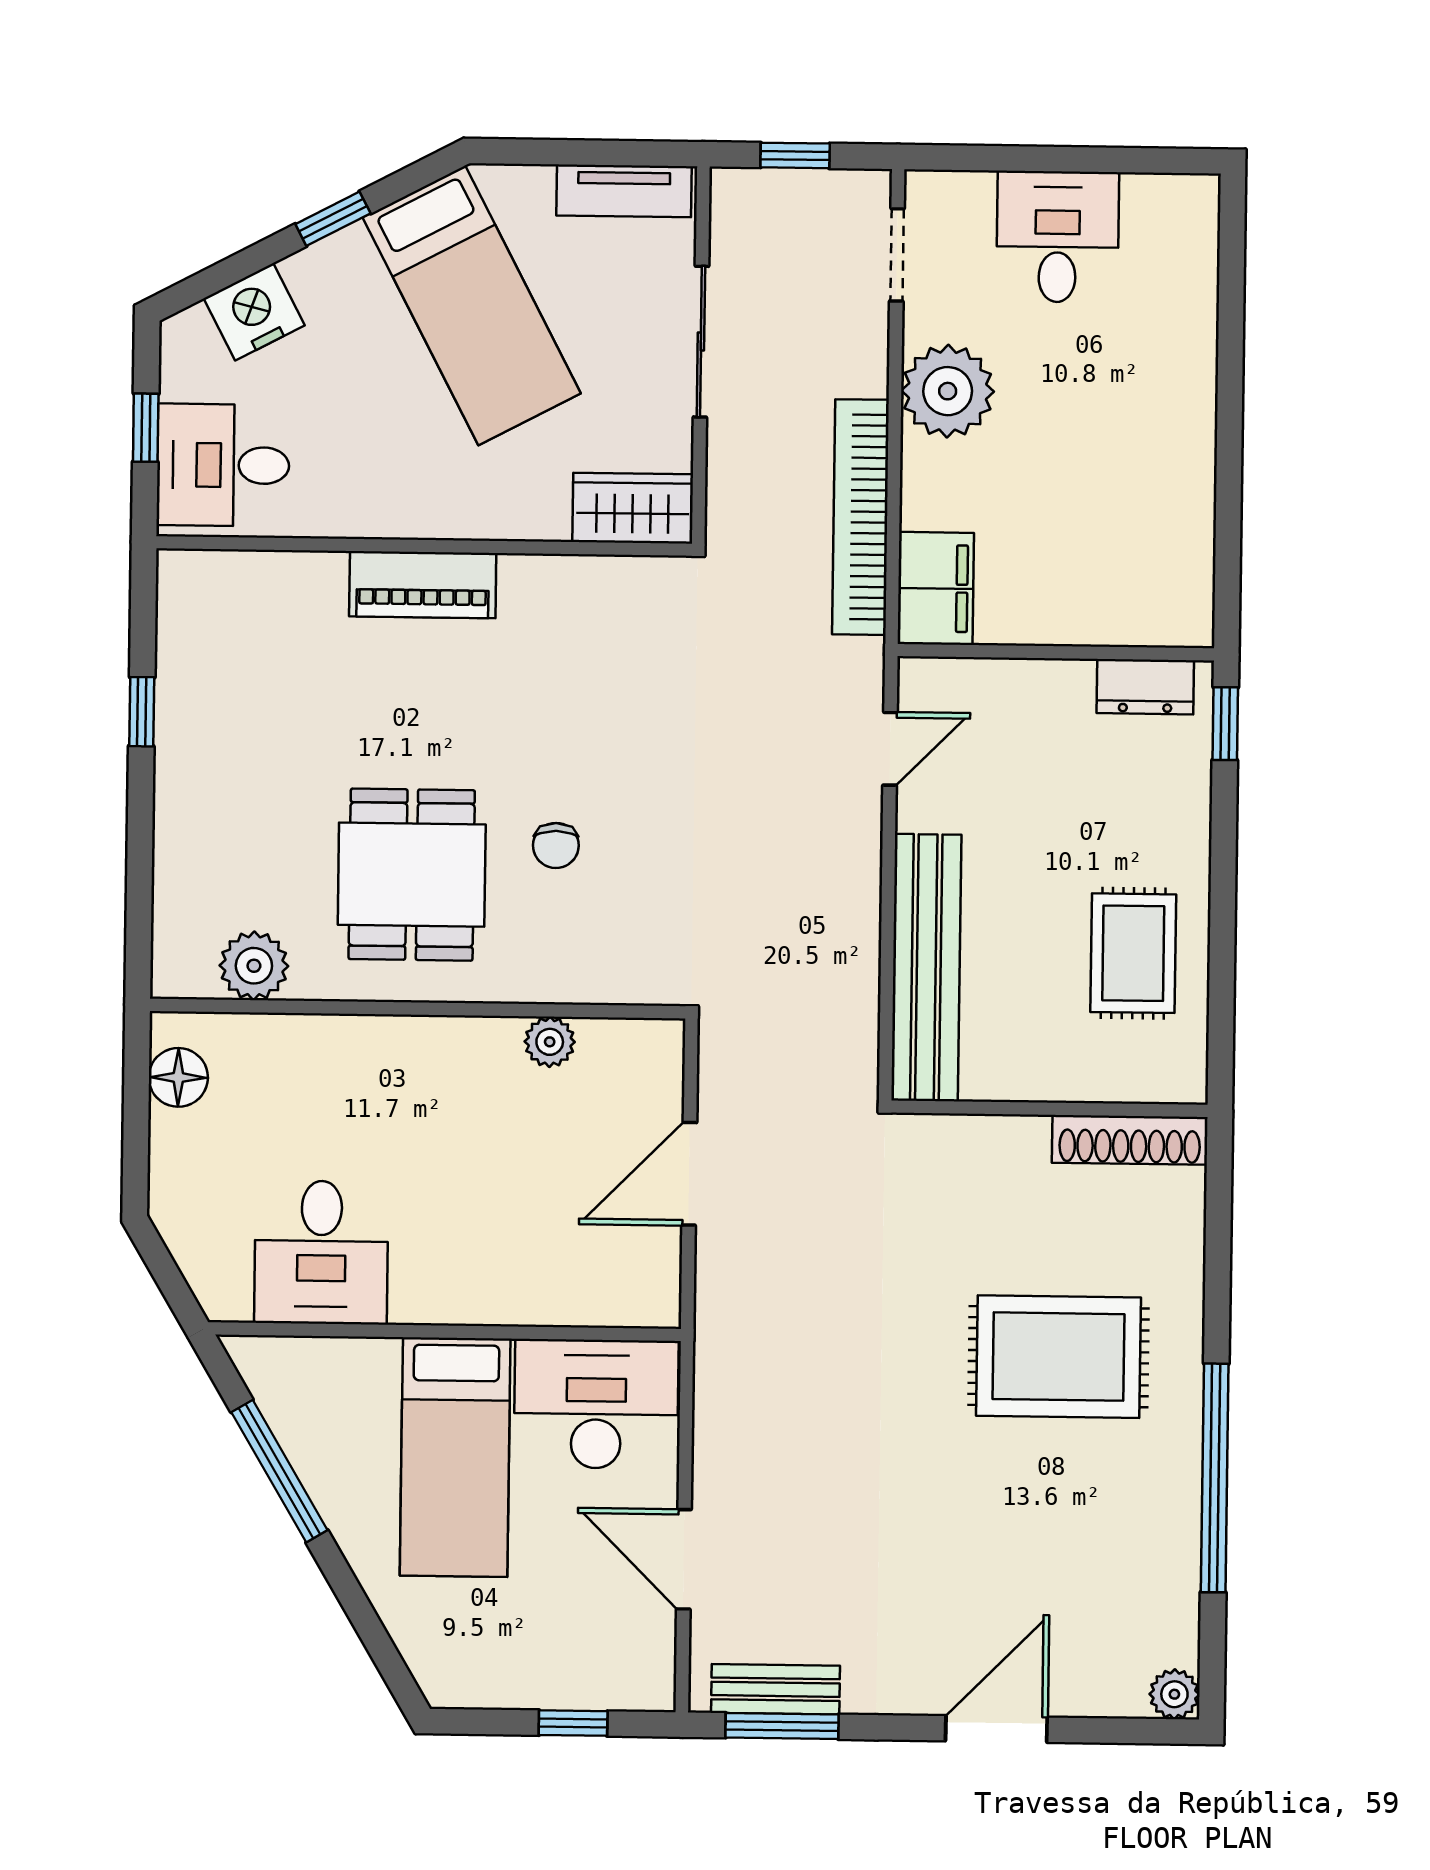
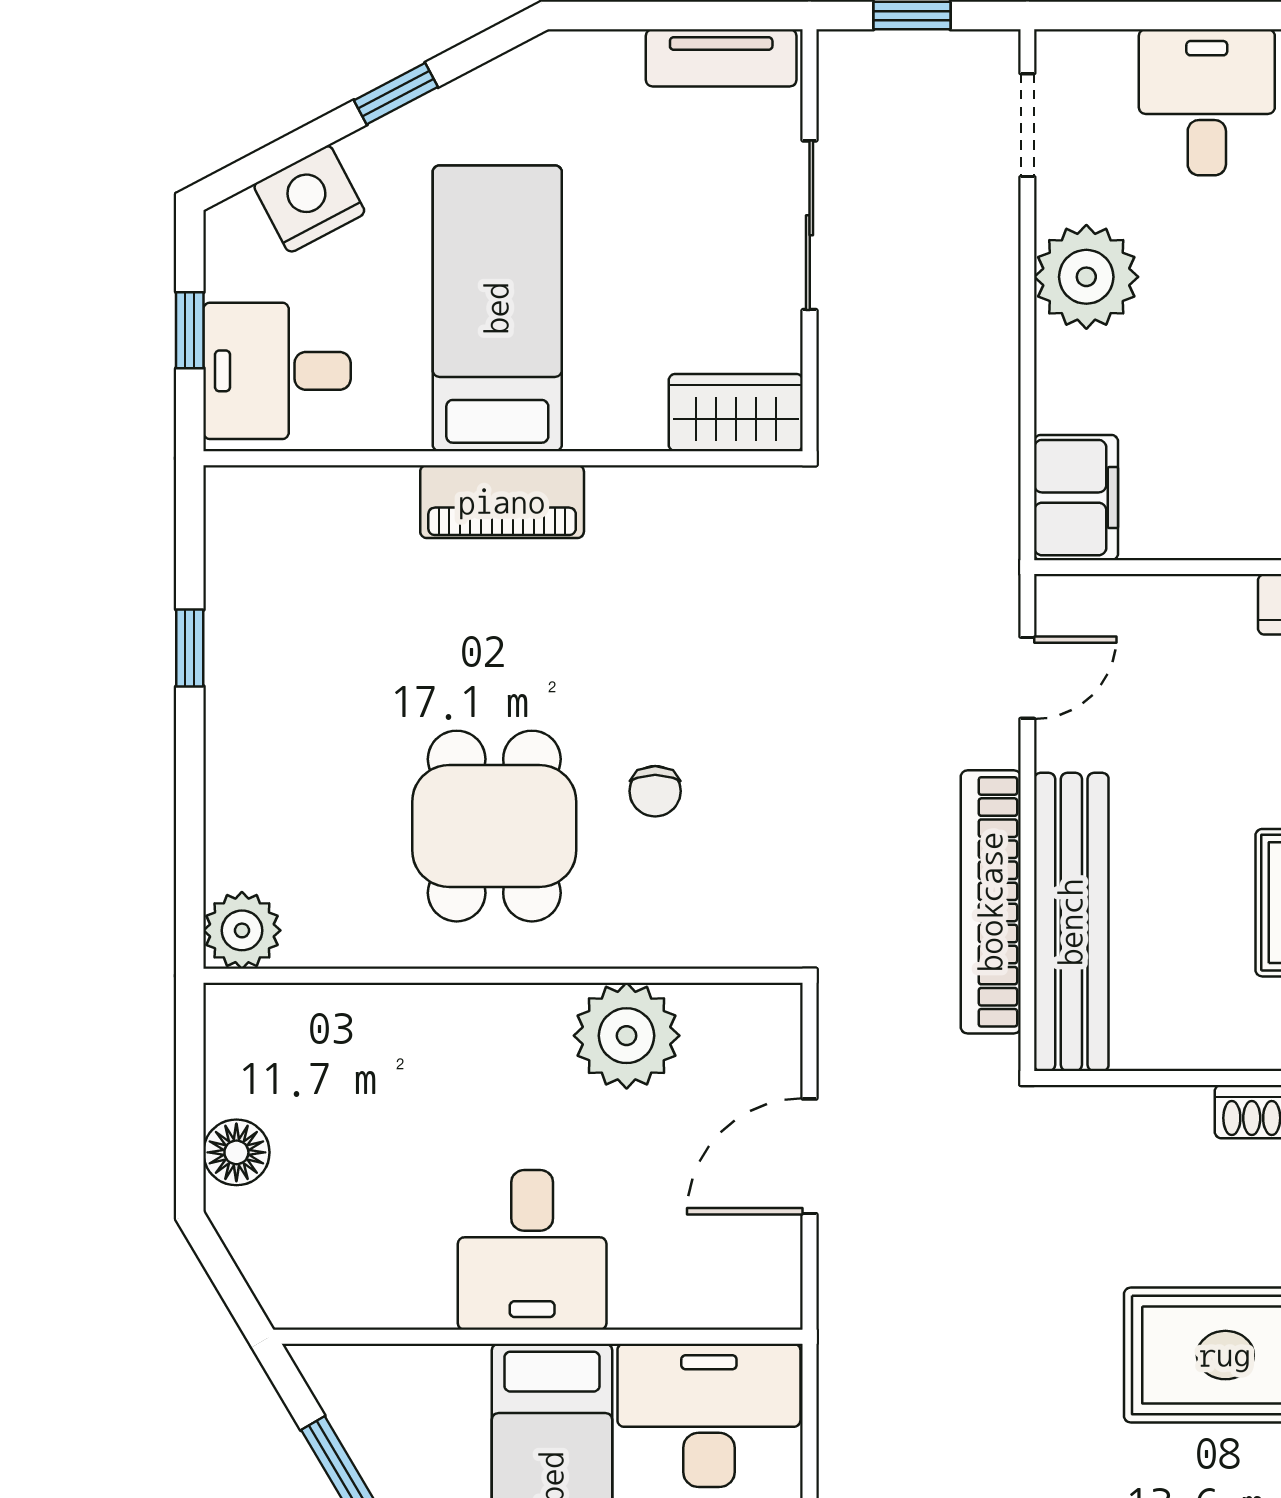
bed: (472, 305) -> (497, 308), moved, turned -152
bookcase: (860, 517) -> (991, 902), moved
plant: (254, 966) -> (242, 930), moved
plant: (550, 1042) -> (627, 1036), width x1.87, depth x1.87
floor lamp: (178, 1077) -> (236, 1152), moved
desk: (321, 1252) -> (532, 1250), moved

